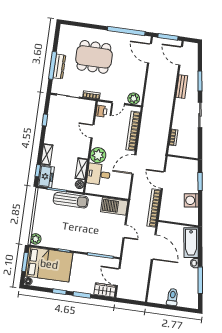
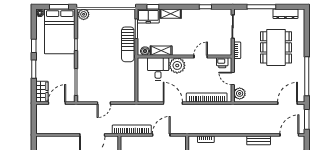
dresser: (59, 66) -> (285, 14), moved
barbecue: (114, 206) -> (128, 89), removed

